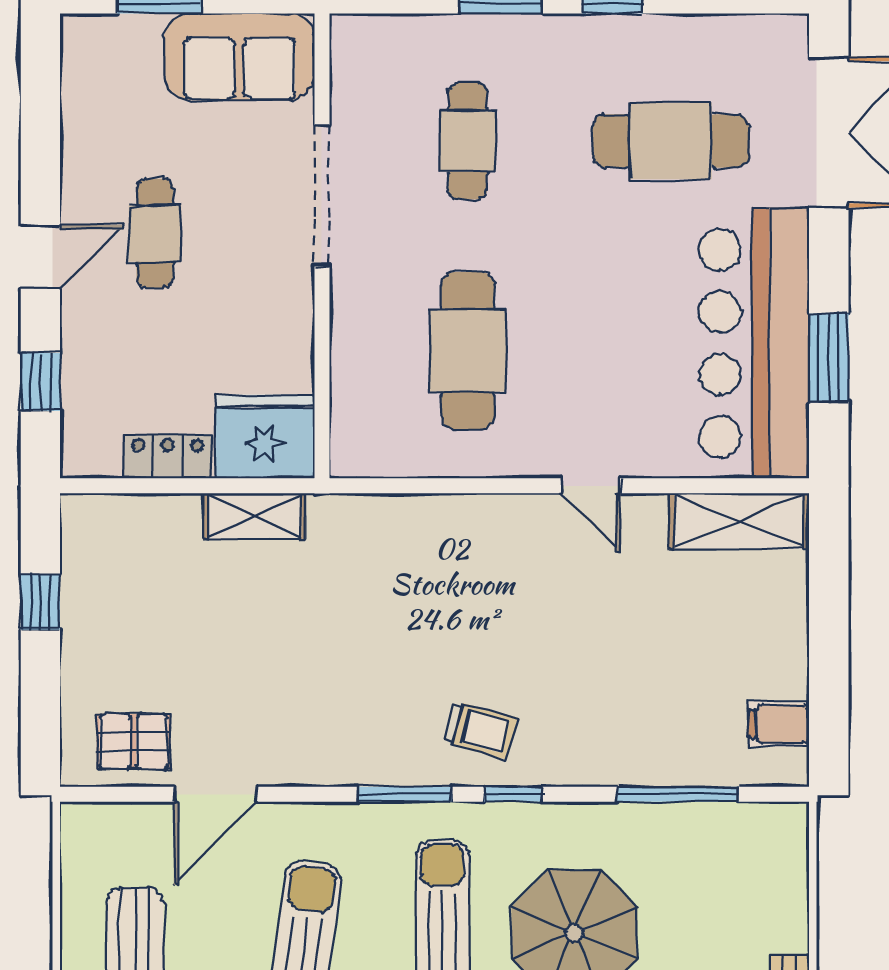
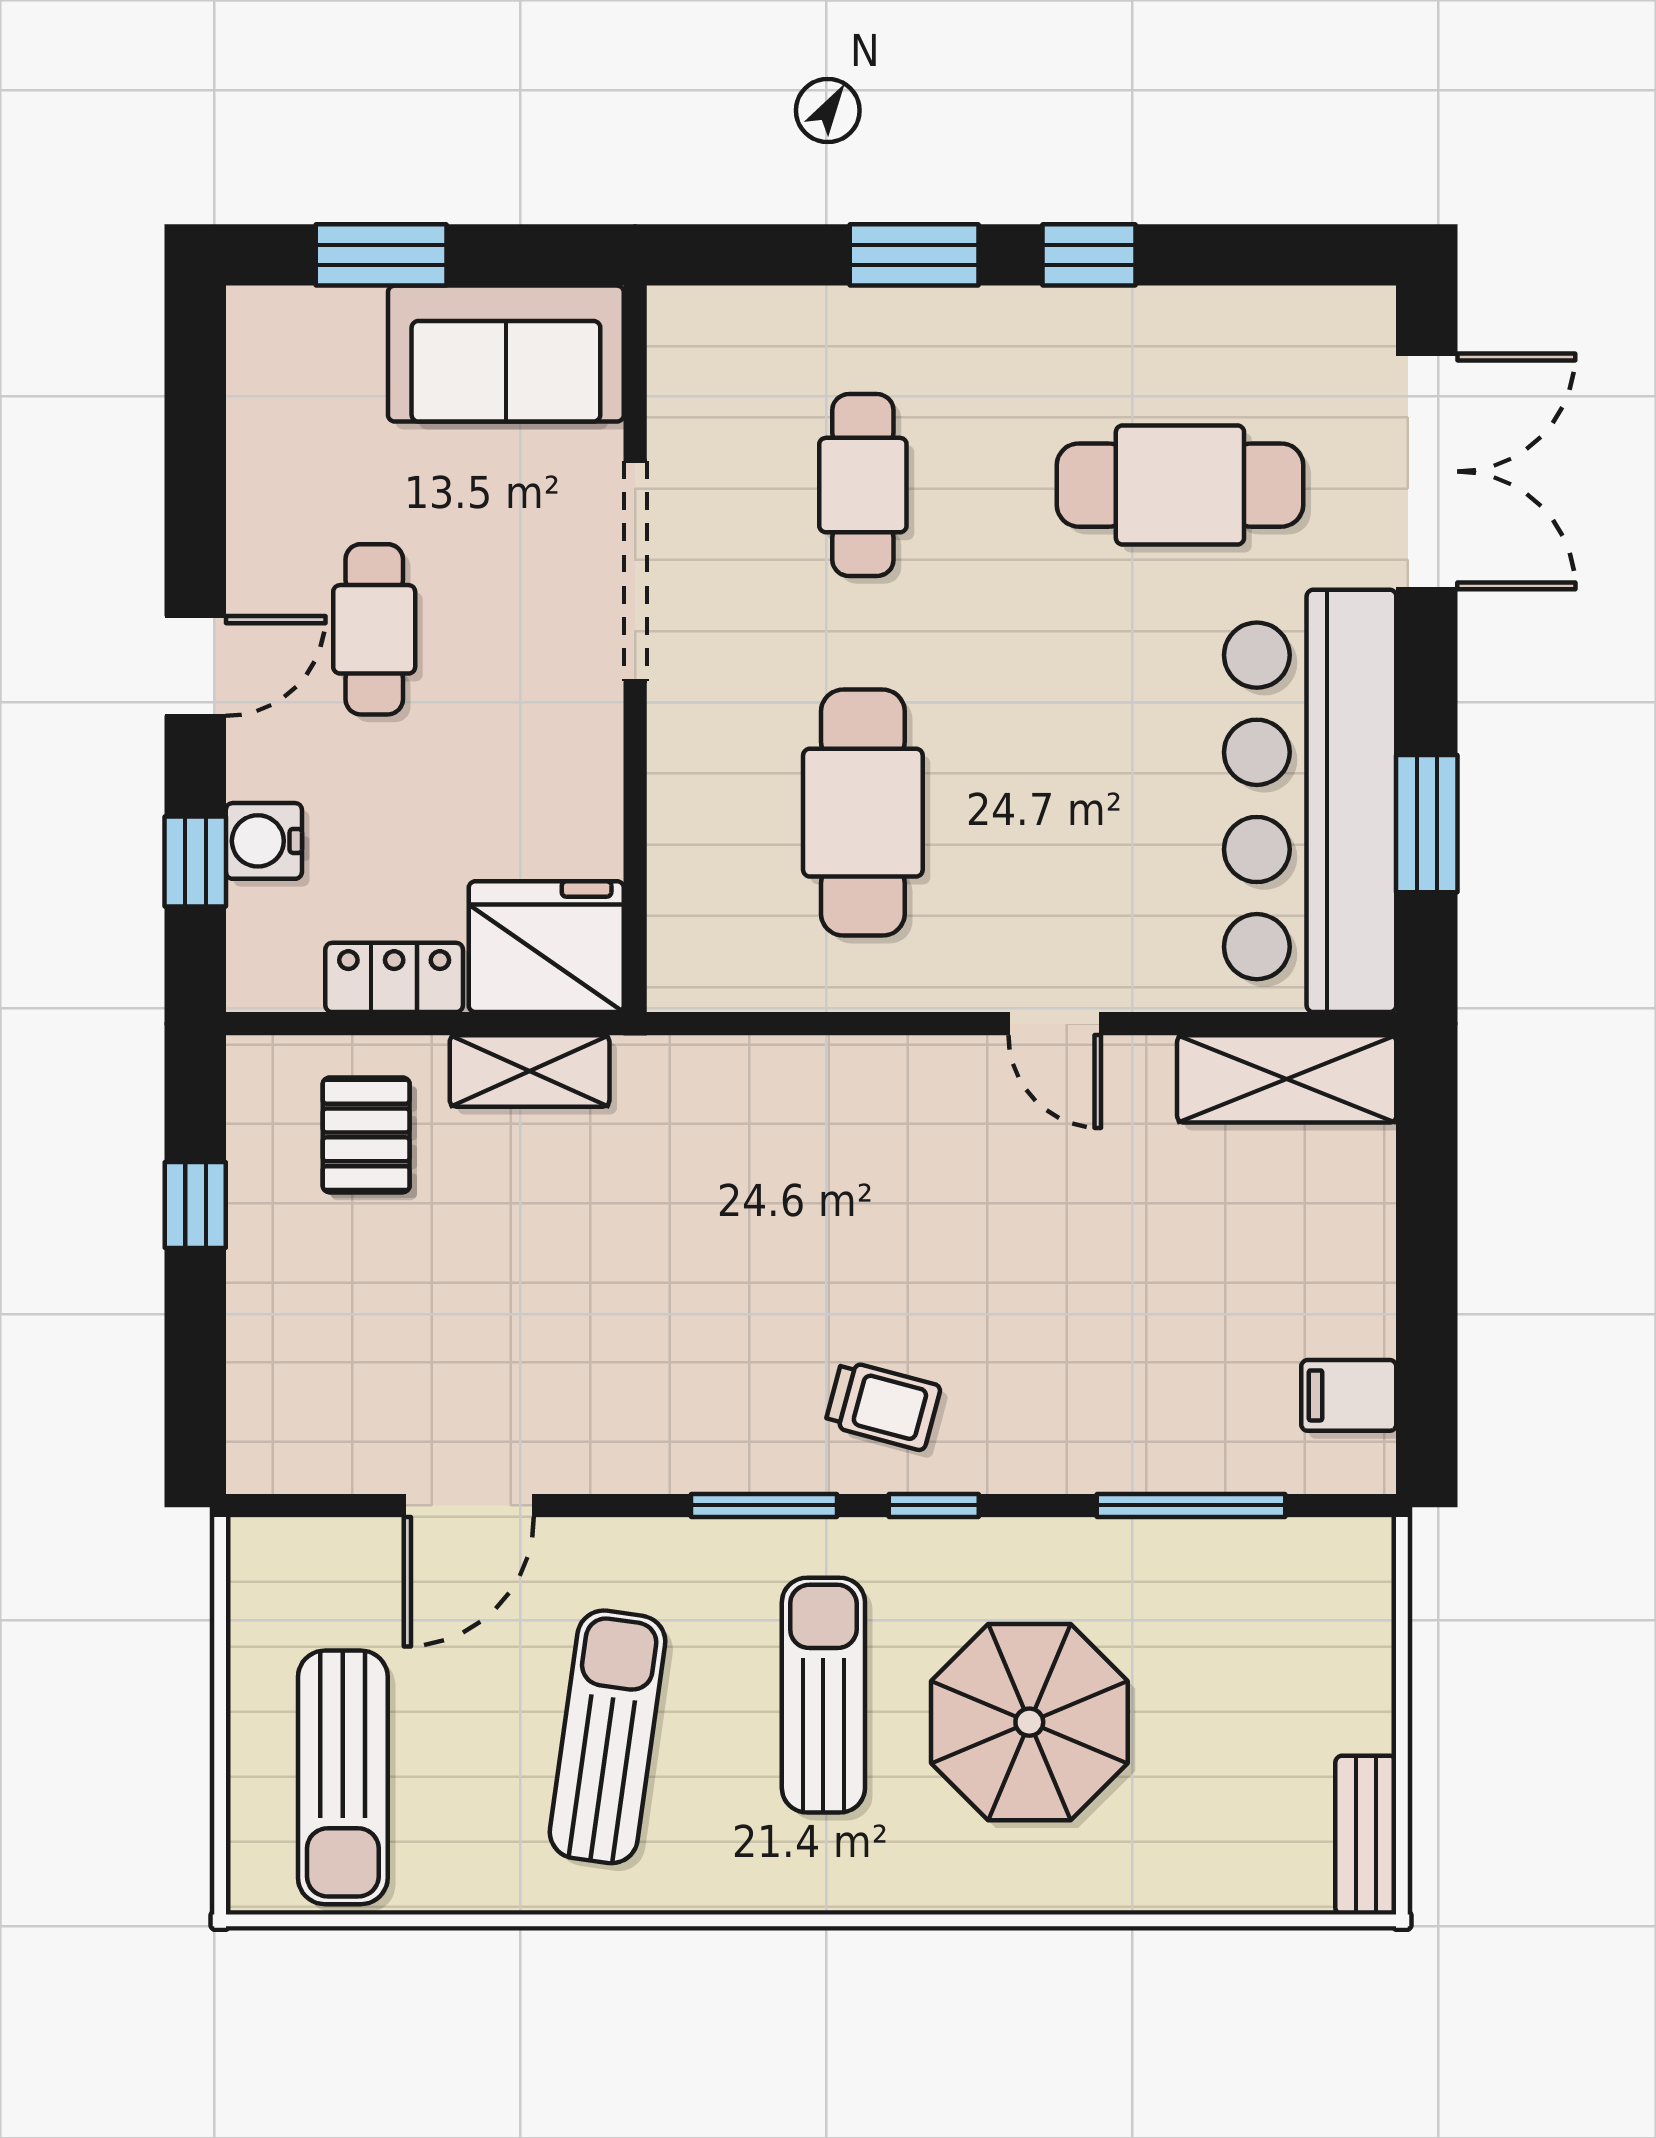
water cooler: (84, 369) -> (264, 841), added
pallet: (134, 742) -> (366, 1135), moved, turned 90

